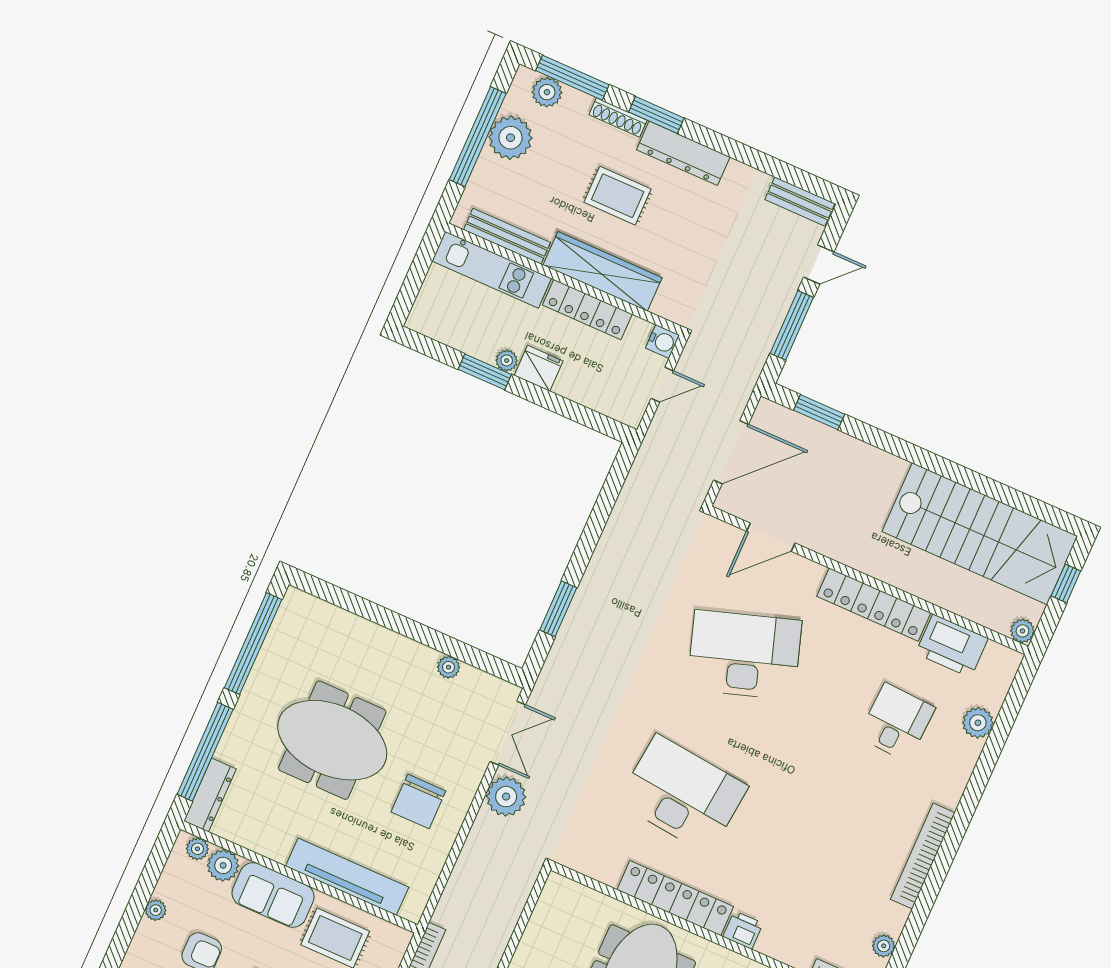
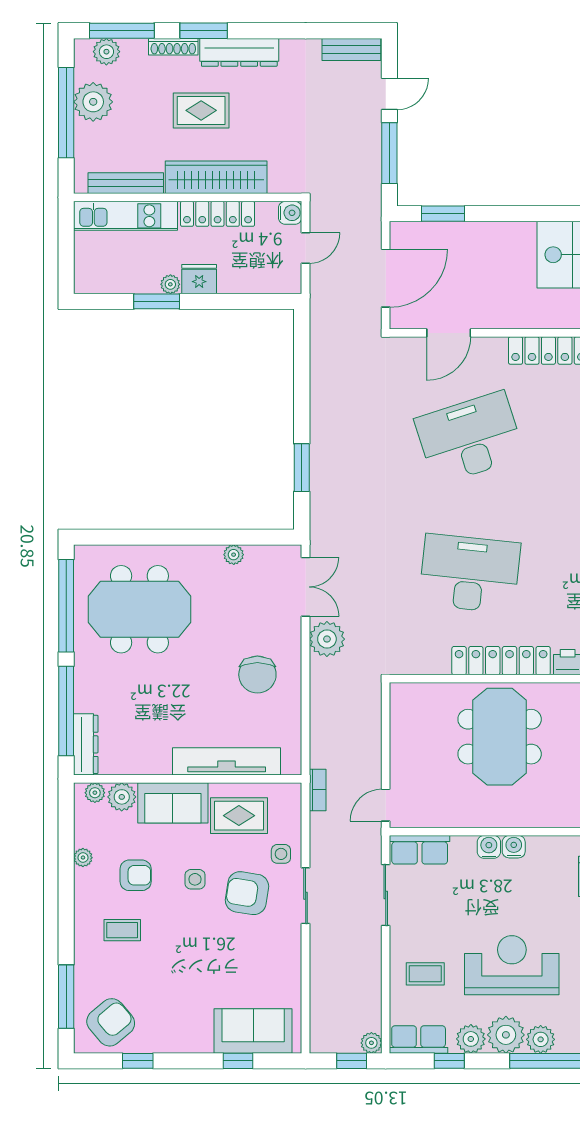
meeting table: (332, 740) -> (139, 609), moved

